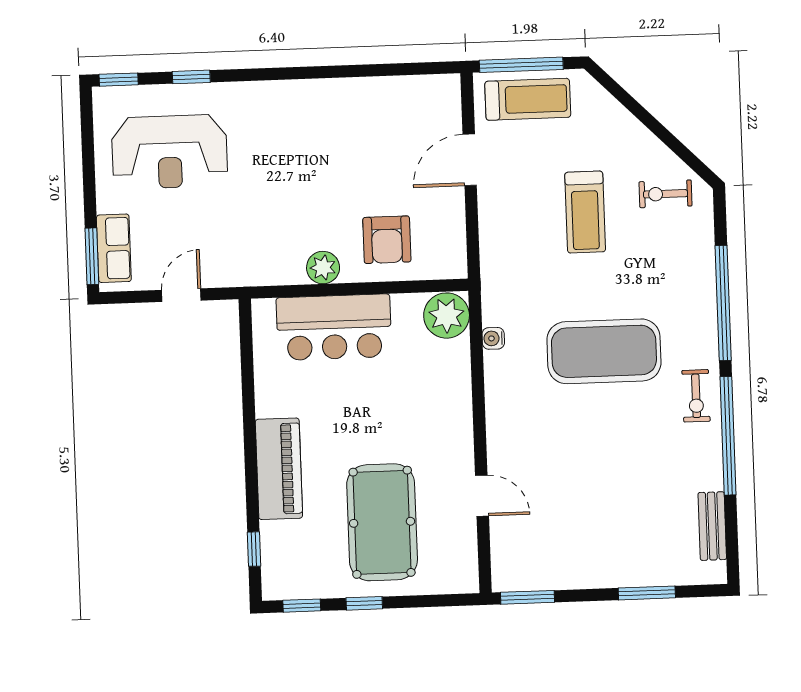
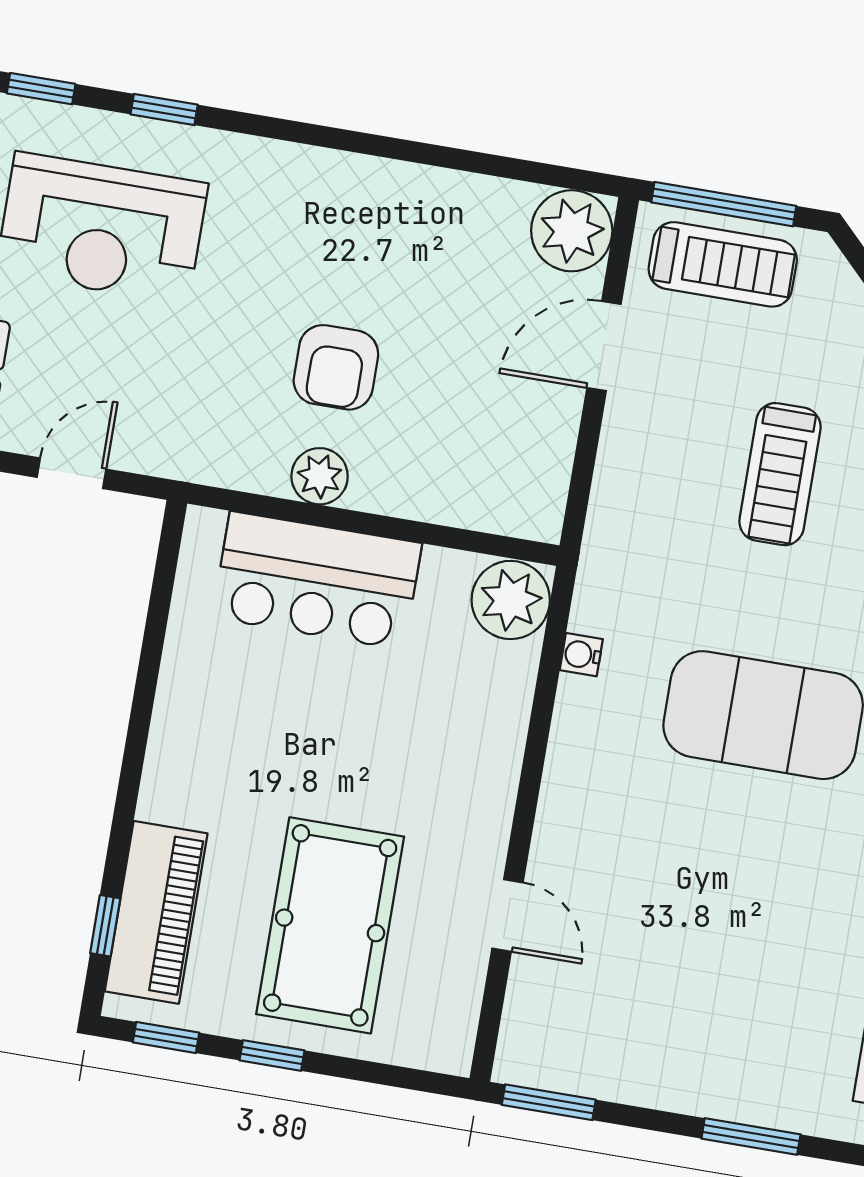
plant: (438, 98) -> (572, 231), added
armchair: (387, 240) -> (336, 367), moved
piano: (279, 469) -> (156, 912), moved

